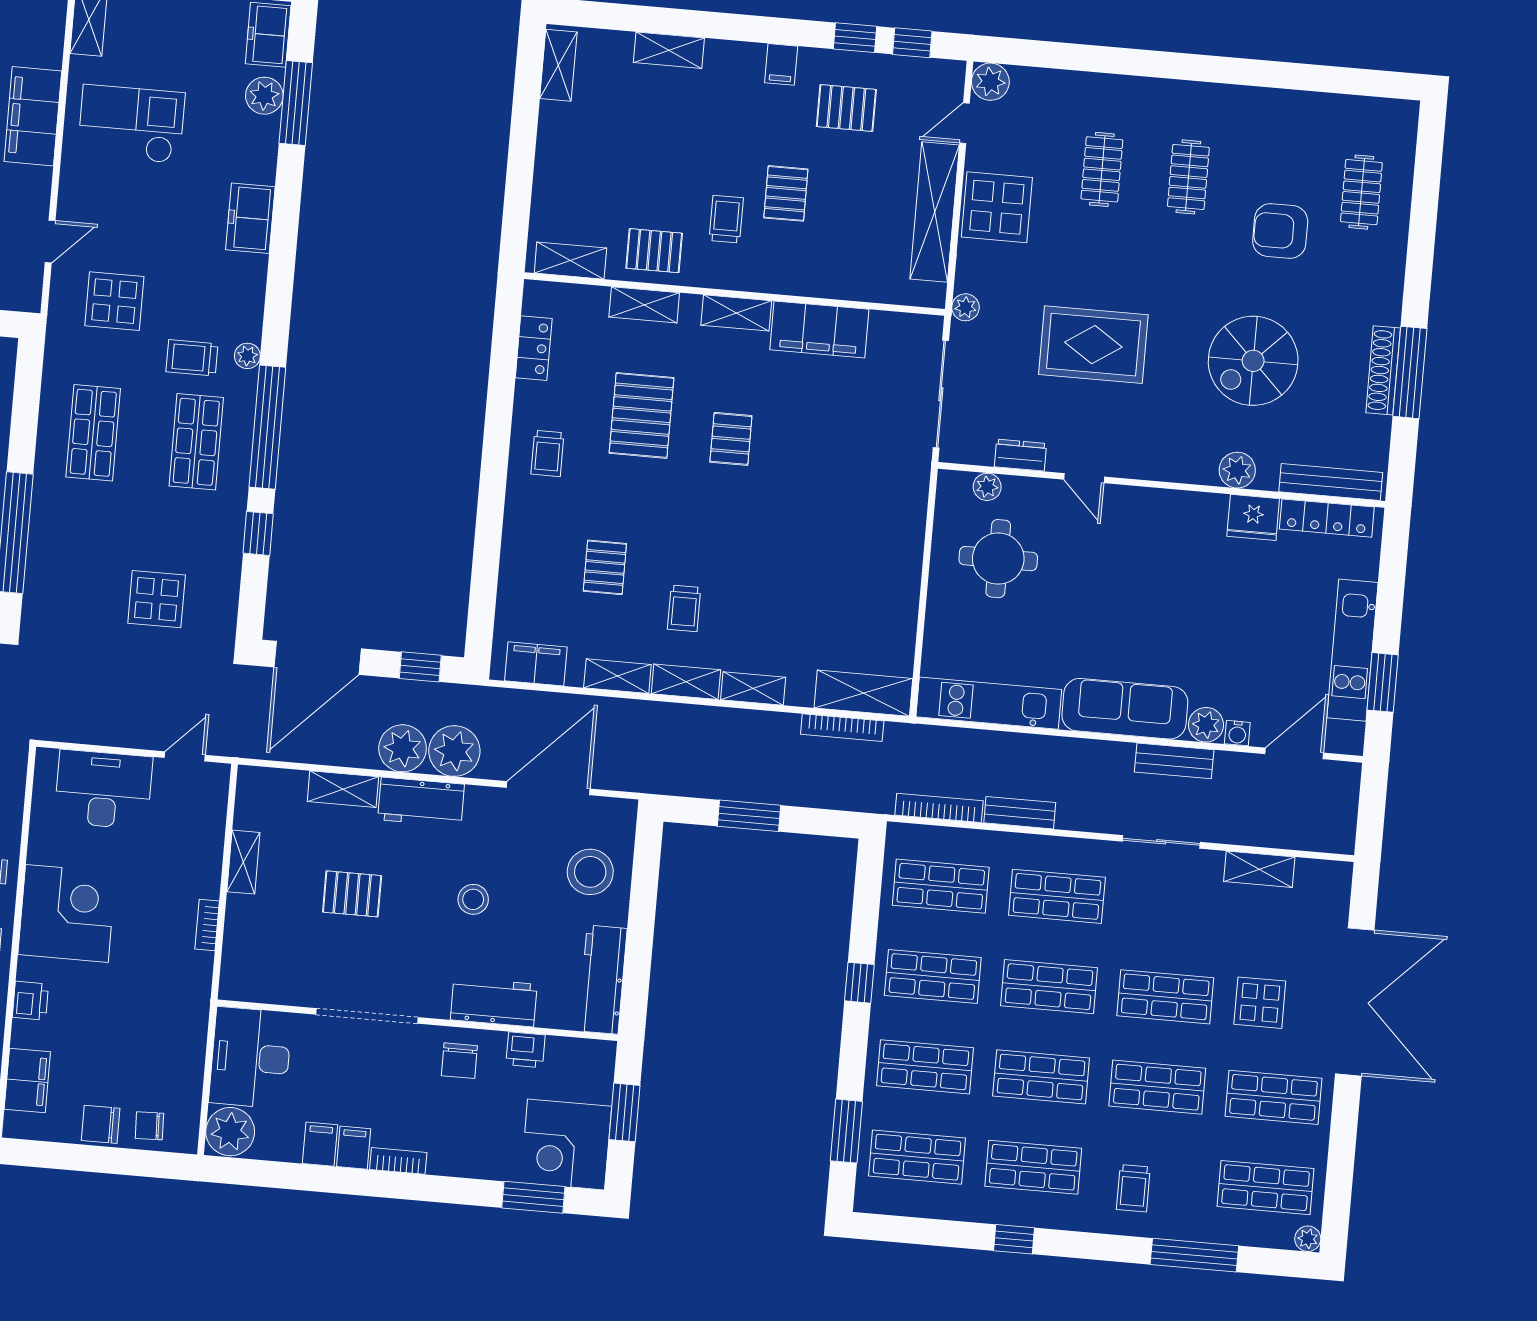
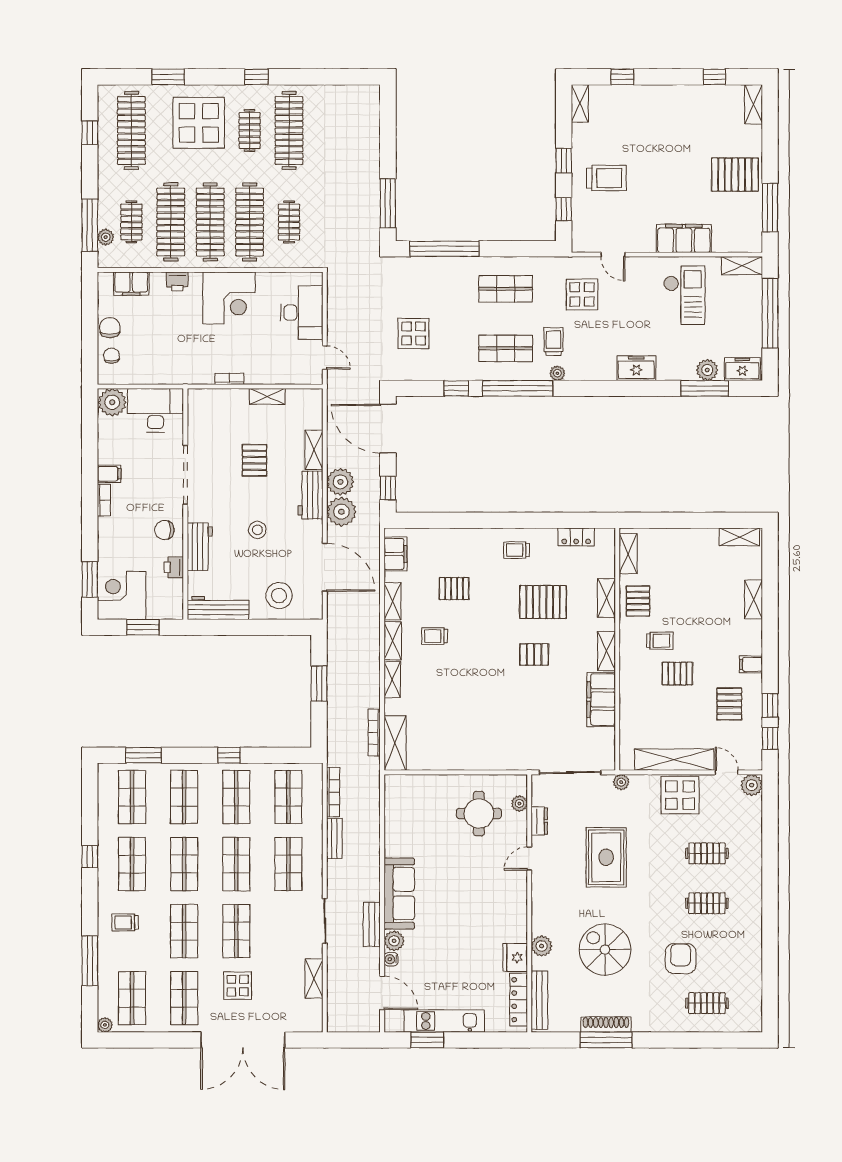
kitchen unit: (989, 703) -> (396, 815), removed
filing cabinet: (320, 1144) -> (110, 454), removed

